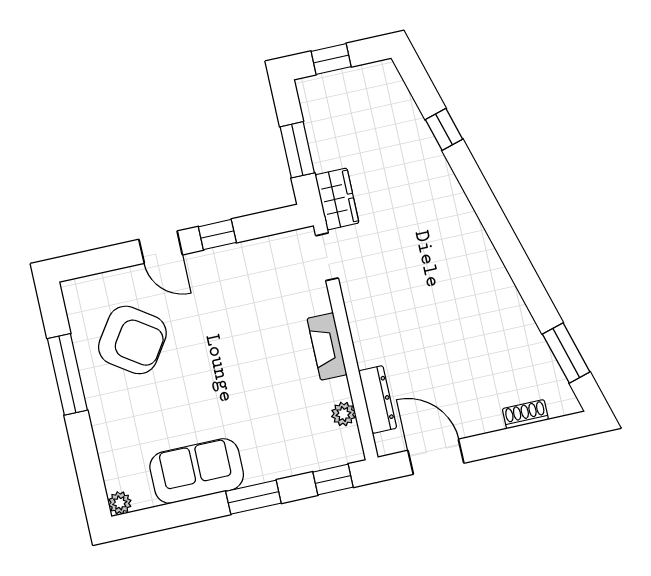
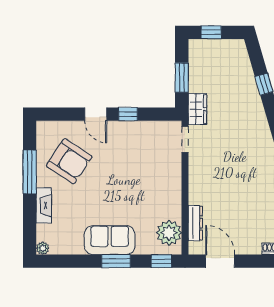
fireplace: (327, 346) -> (44, 205), moved, turned 180
plant: (343, 414) -> (169, 233), width x1.87, depth x1.87
sofa: (197, 471) -> (110, 240), moved

